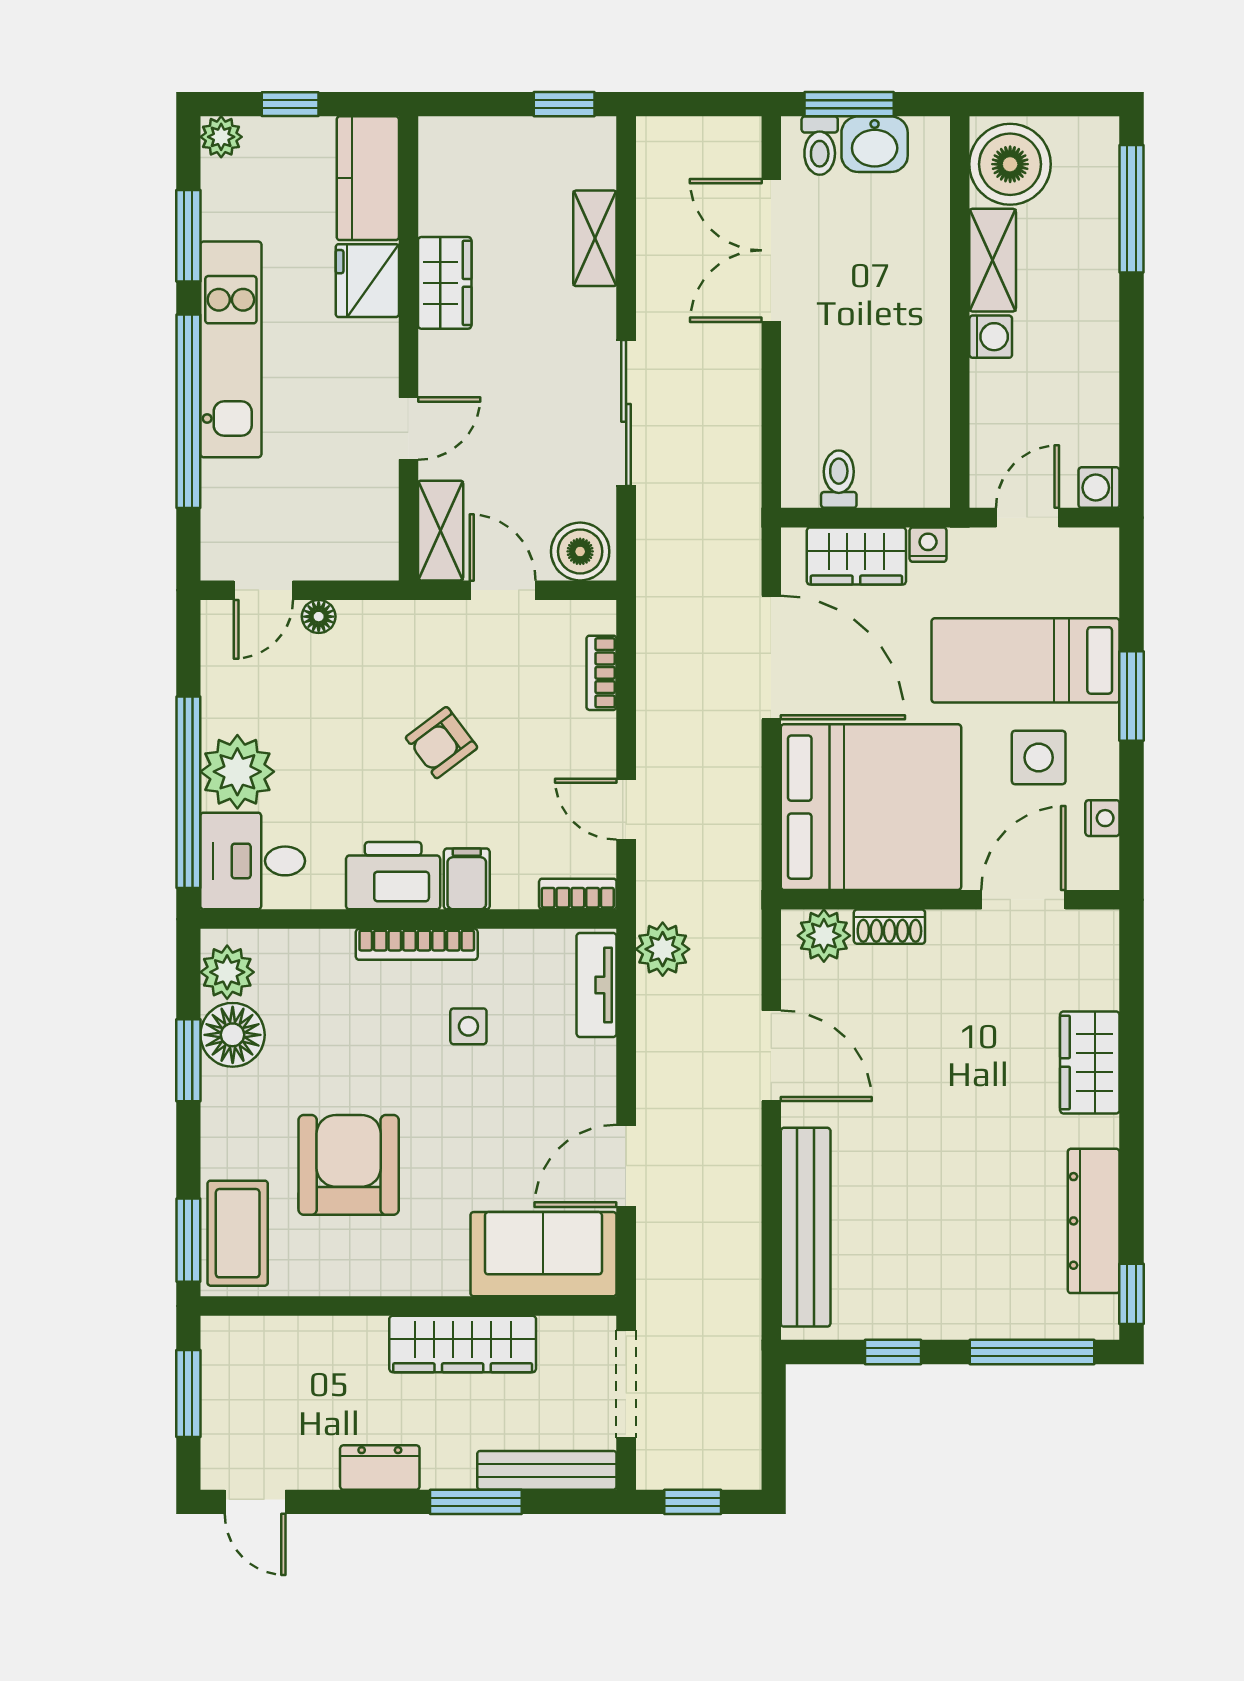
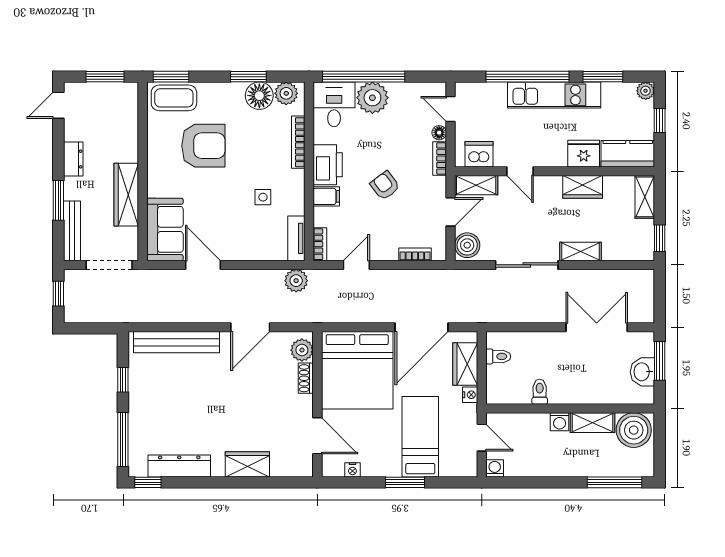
shelving: (468, 139) -> (645, 197), added
toilet: (820, 146) -> (540, 392), moved, turned 90
shelving: (595, 238) -> (580, 252), moved
dishwasher: (369, 524) -> (479, 154), added
bookcase: (379, 616) -> (440, 158), added
side table: (1039, 758) -> (379, 442), removed
bookcase: (417, 944) -> (298, 142), moved
tv unit: (597, 985) -> (296, 238), moved, turned -90

